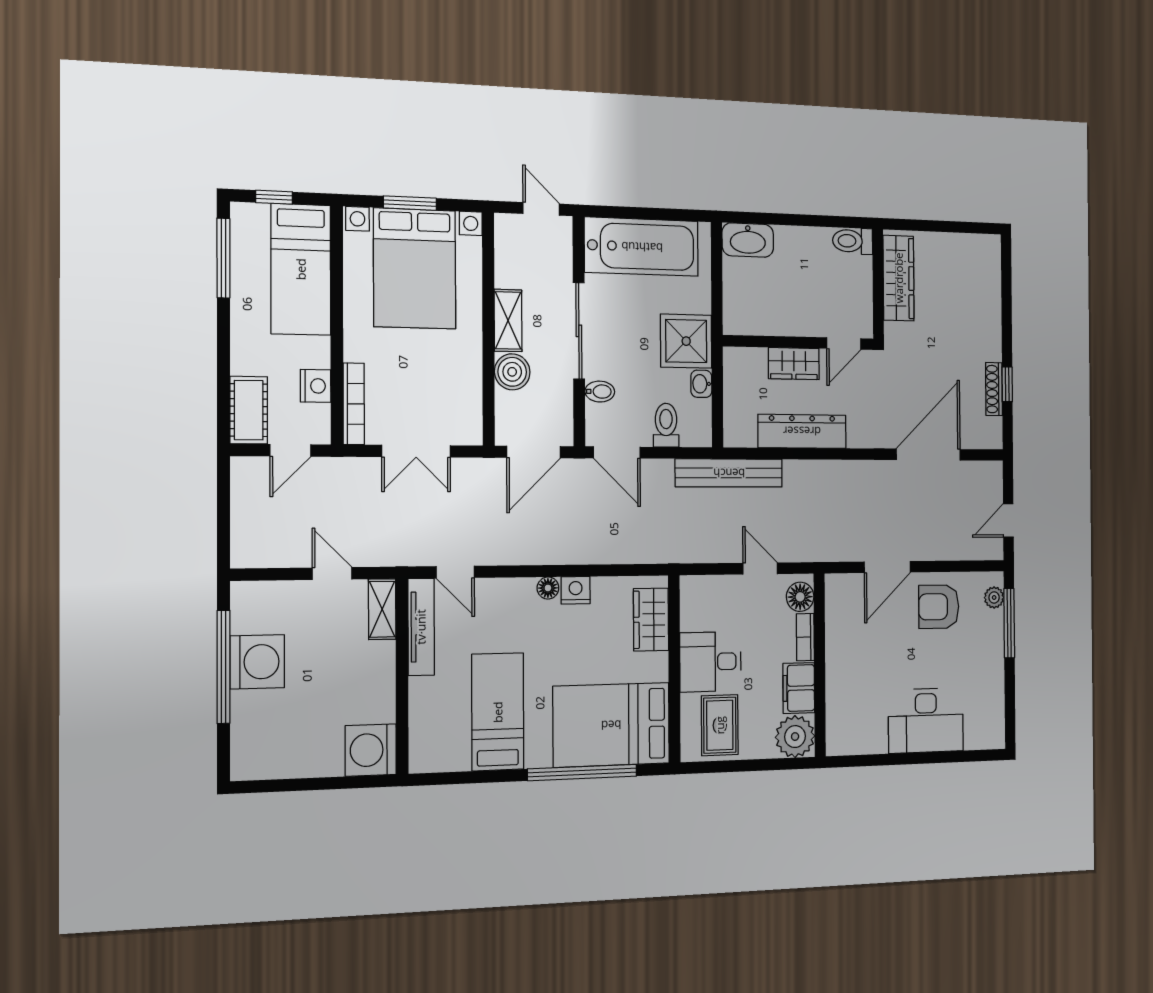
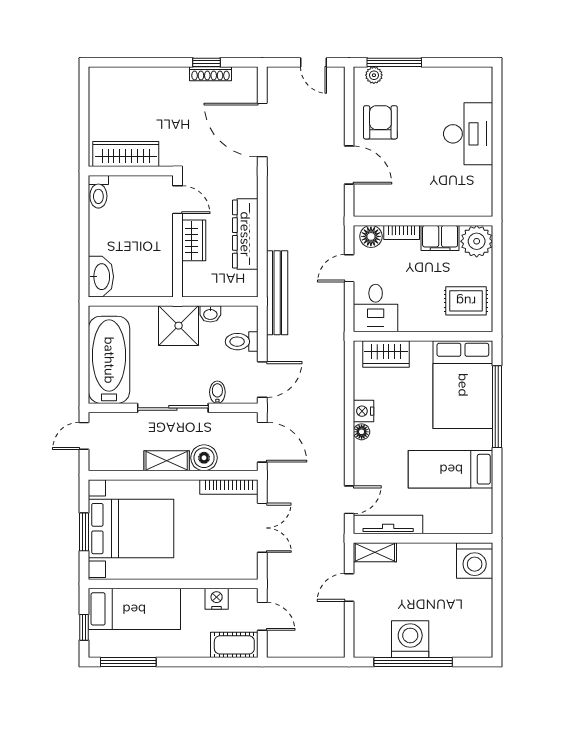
bookcase: (354, 404) -> (229, 487), moved, turned 180
armchair: (939, 607) -> (380, 122), turned 180
desk: (710, 662) -> (376, 308), moved

